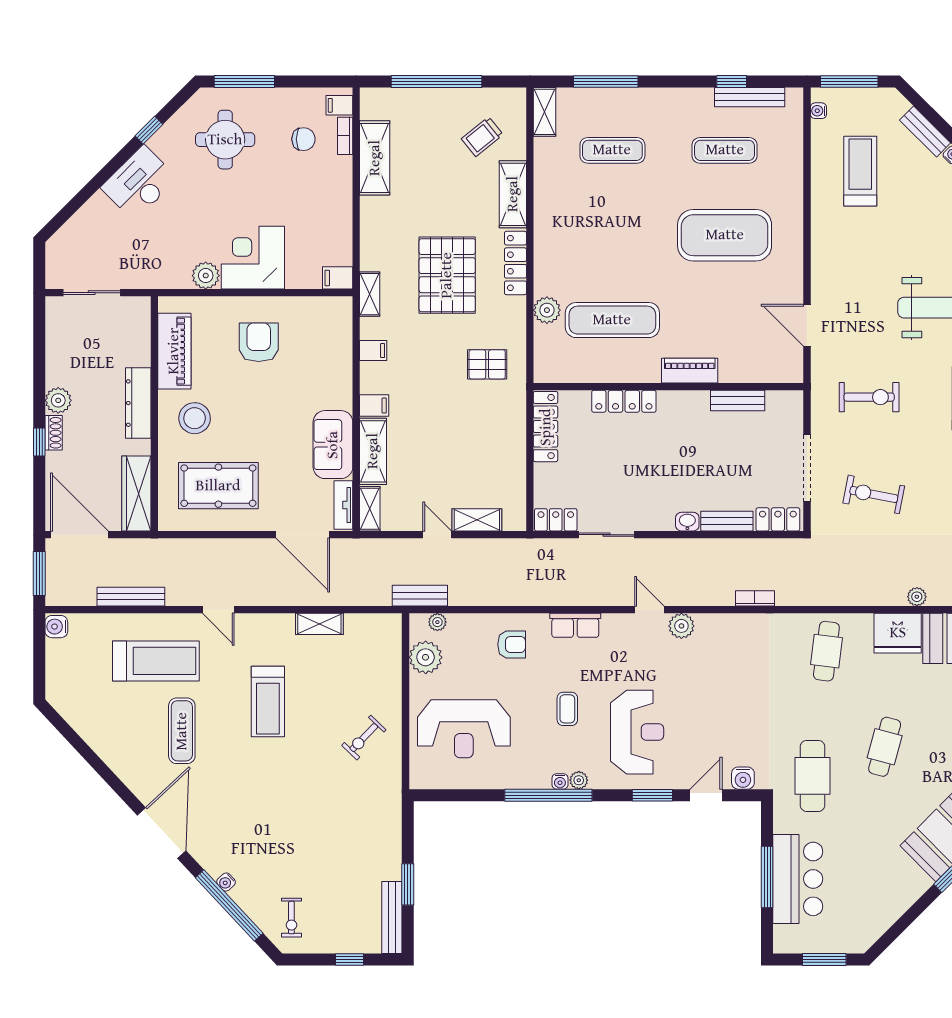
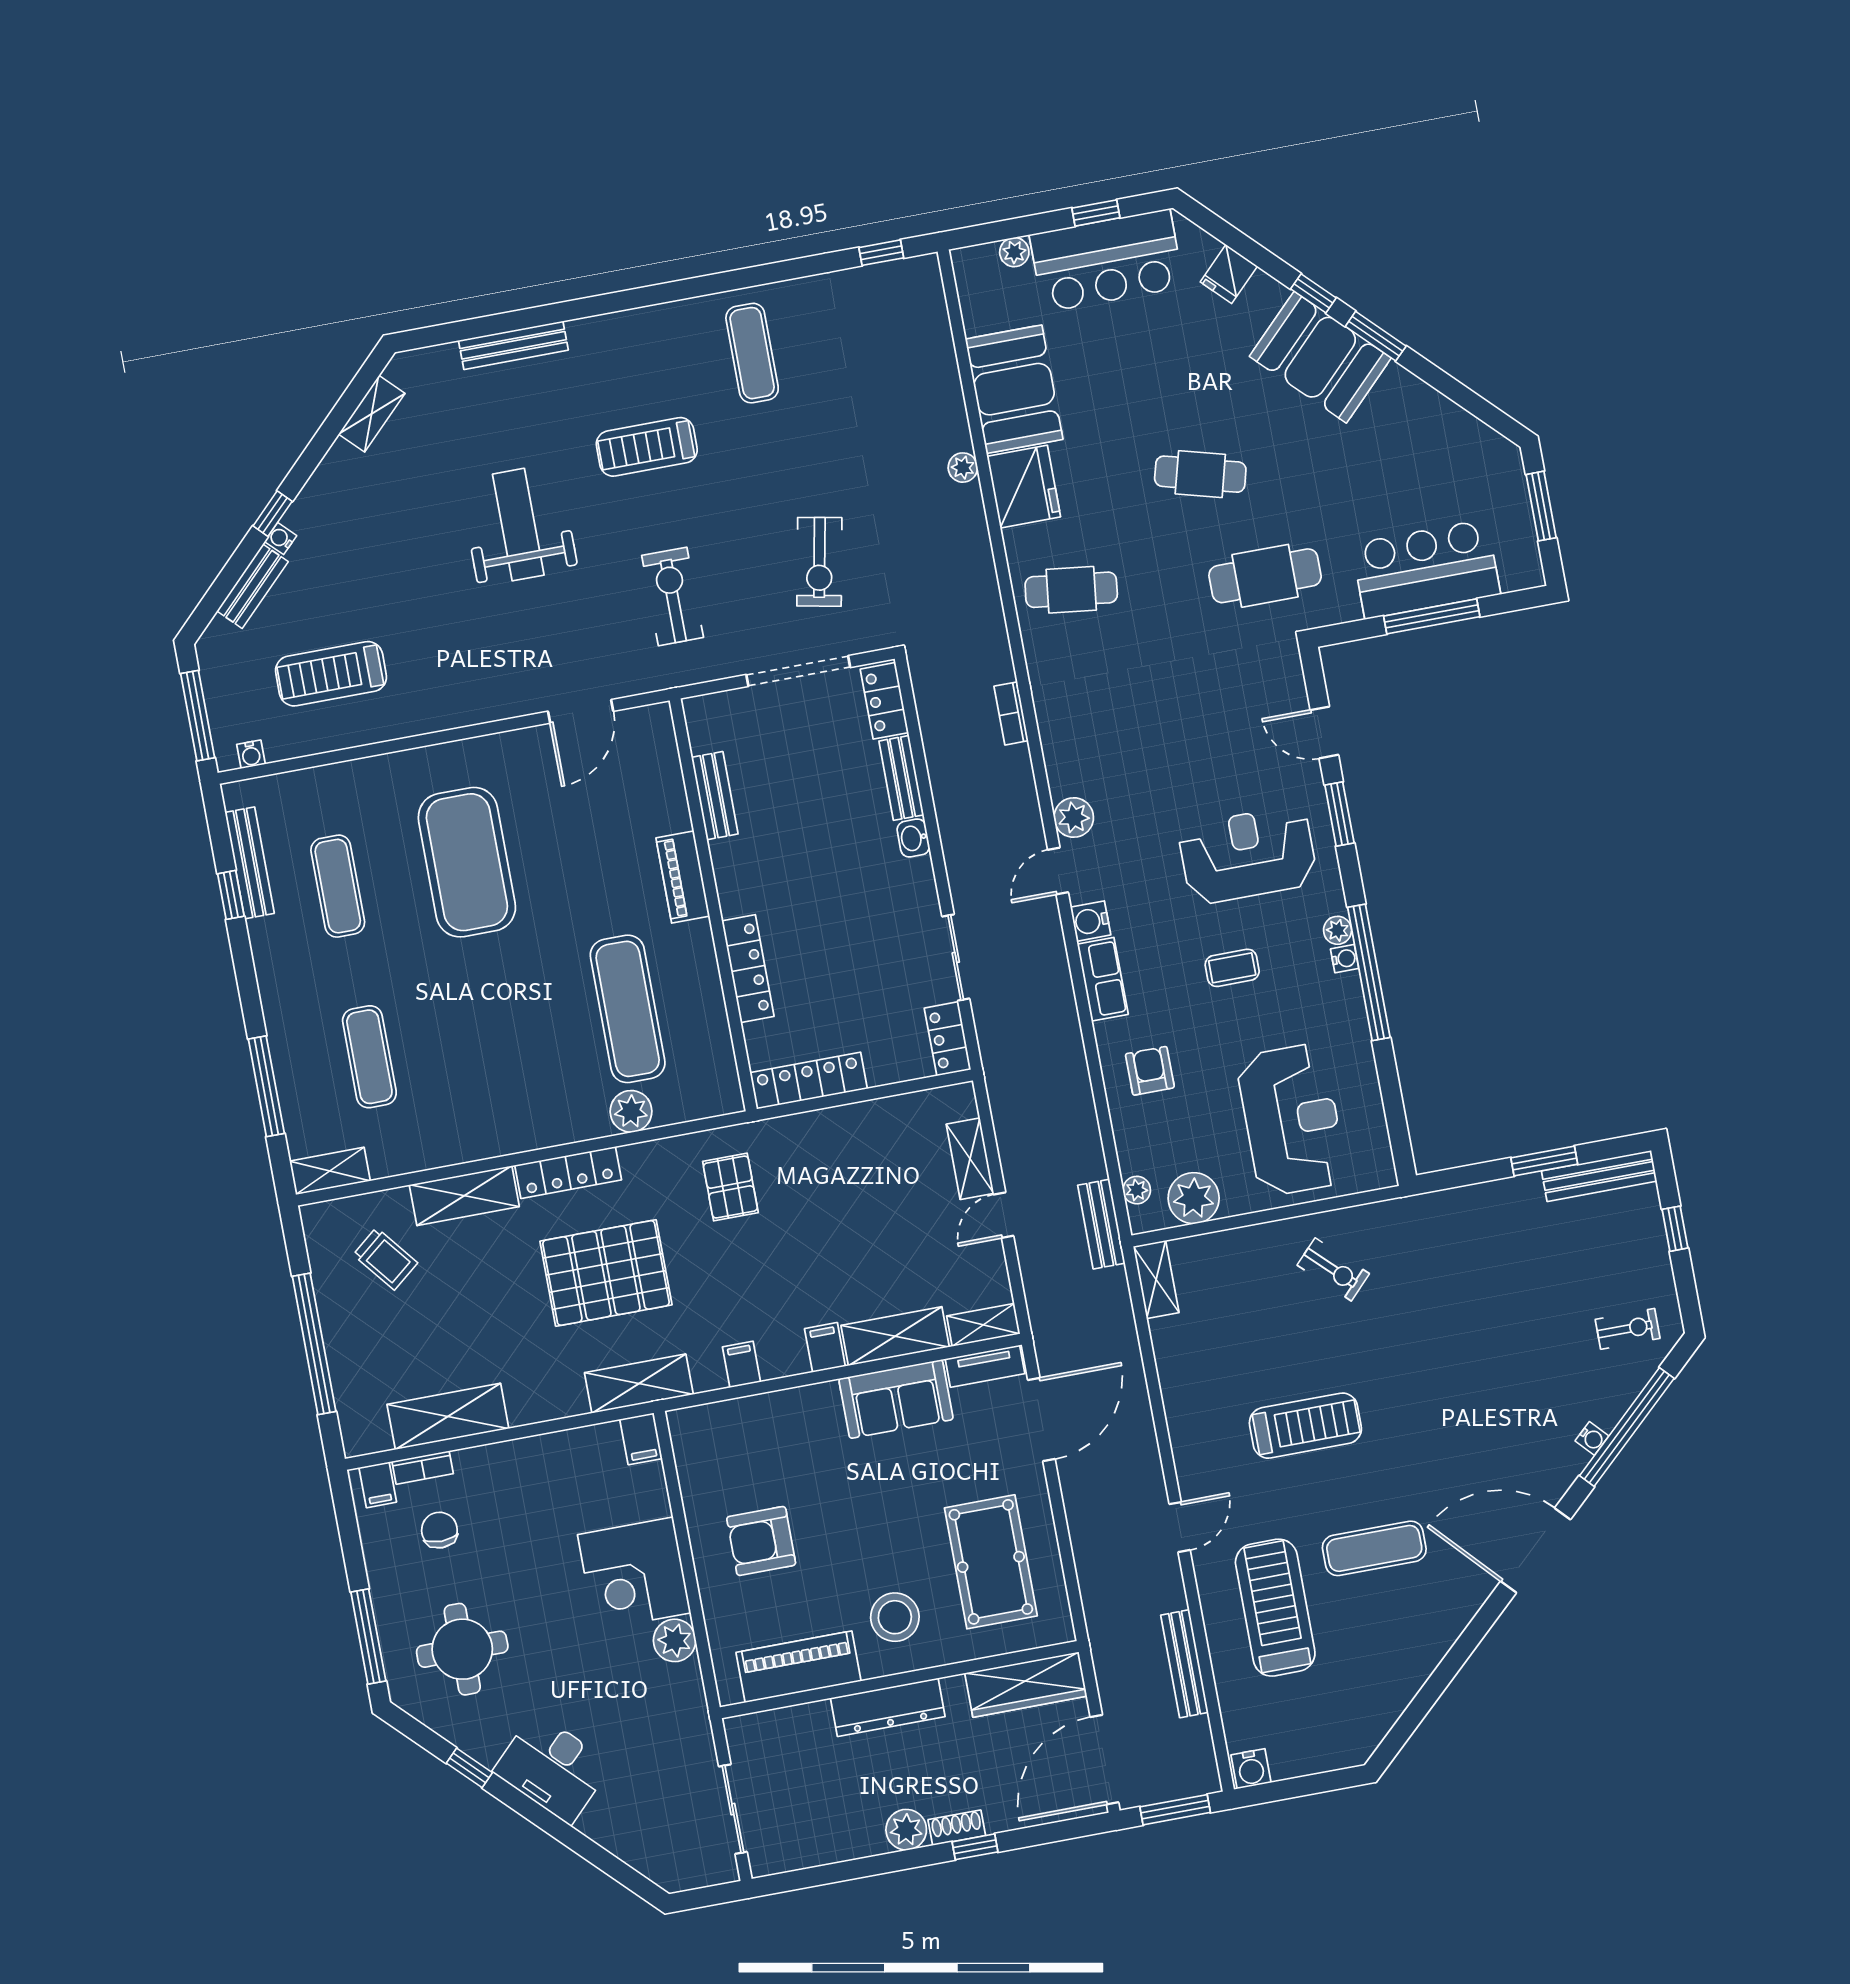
shelving: (370, 294) -> (639, 1384), width x1.50, depth x1.33
shelving: (319, 624) -> (1156, 1280), moved
water cooler: (743, 778) -> (1091, 921), moved, turned 180

